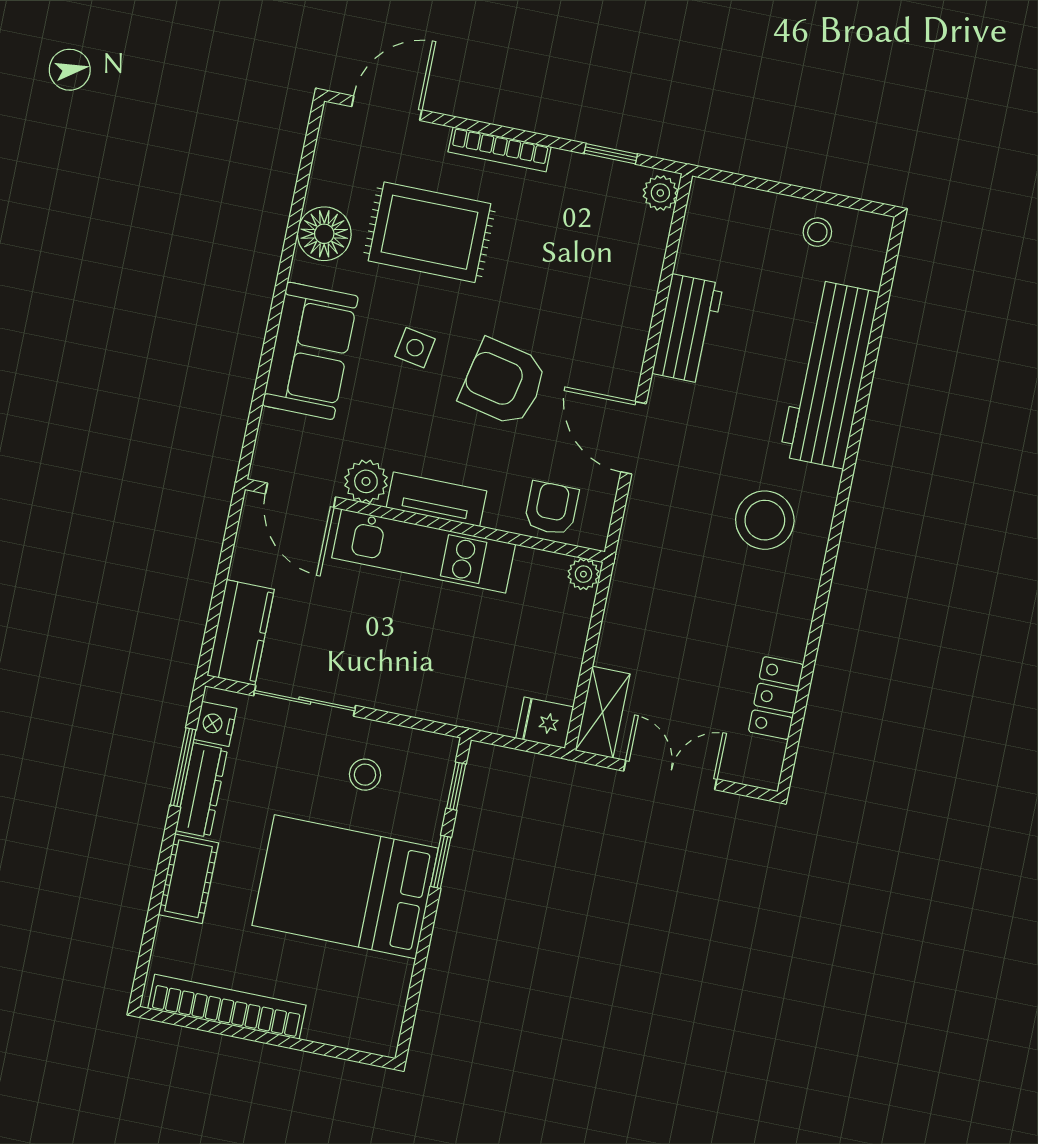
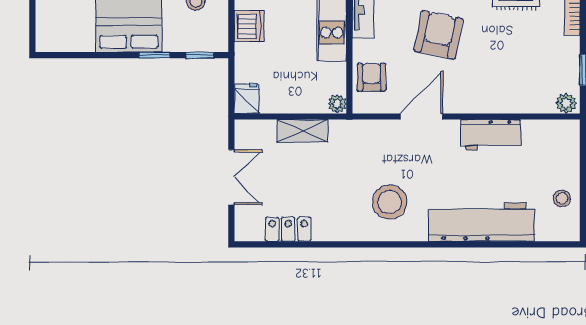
armchair: (551, 508) -> (371, 77), turned -90
dishwasher: (425, 694) -> (249, 26), added
shelving: (603, 712) -> (303, 131), moved

